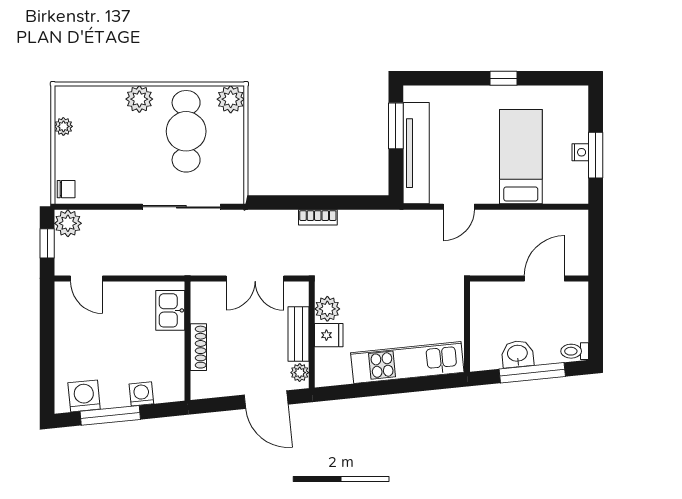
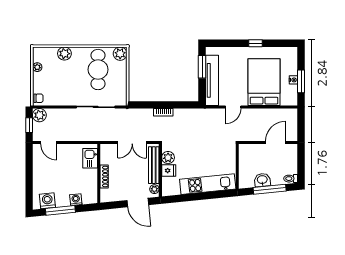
plant: (139, 99) -> (64, 54), moved
bed: (521, 157) -> (264, 82), width x1.50
bench: (298, 334) -> (154, 165), width x1.36

